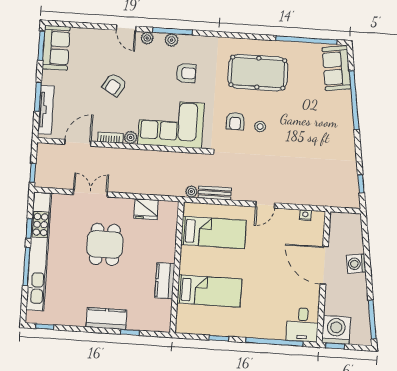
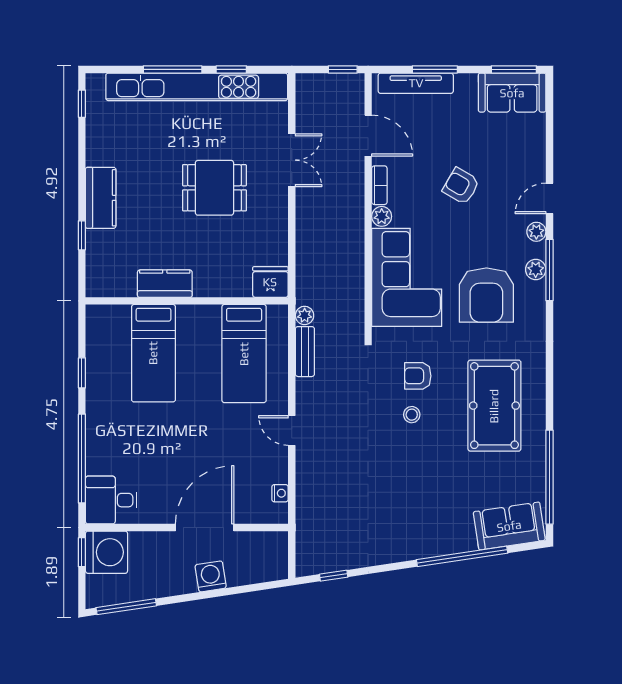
armchair: (186, 73) -> (486, 295), width x1.88, depth x1.88
window: (33, 173) -> (343, 69), moved
fridge: (146, 209) -> (270, 282), moved, turned 90

